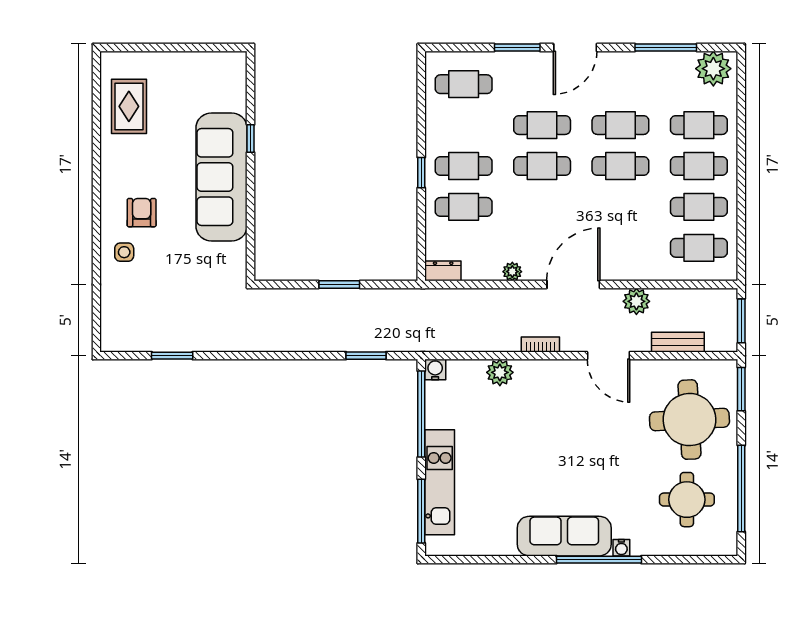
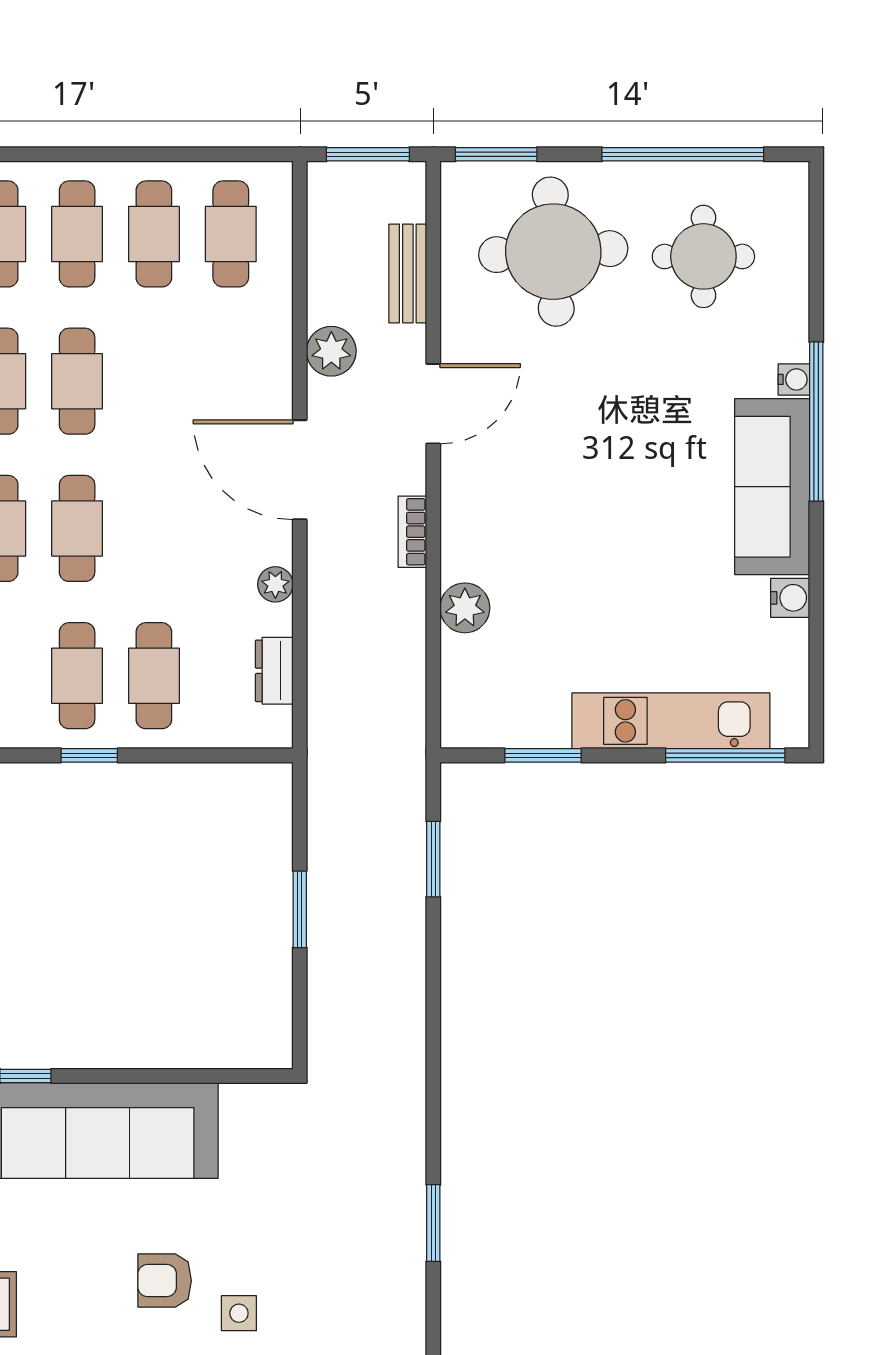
dresser: (443, 271) -> (274, 671), moved
water cooler: (435, 370) -> (790, 598), moved, turned 180
window: (421, 414) -> (543, 755), width x0.47

